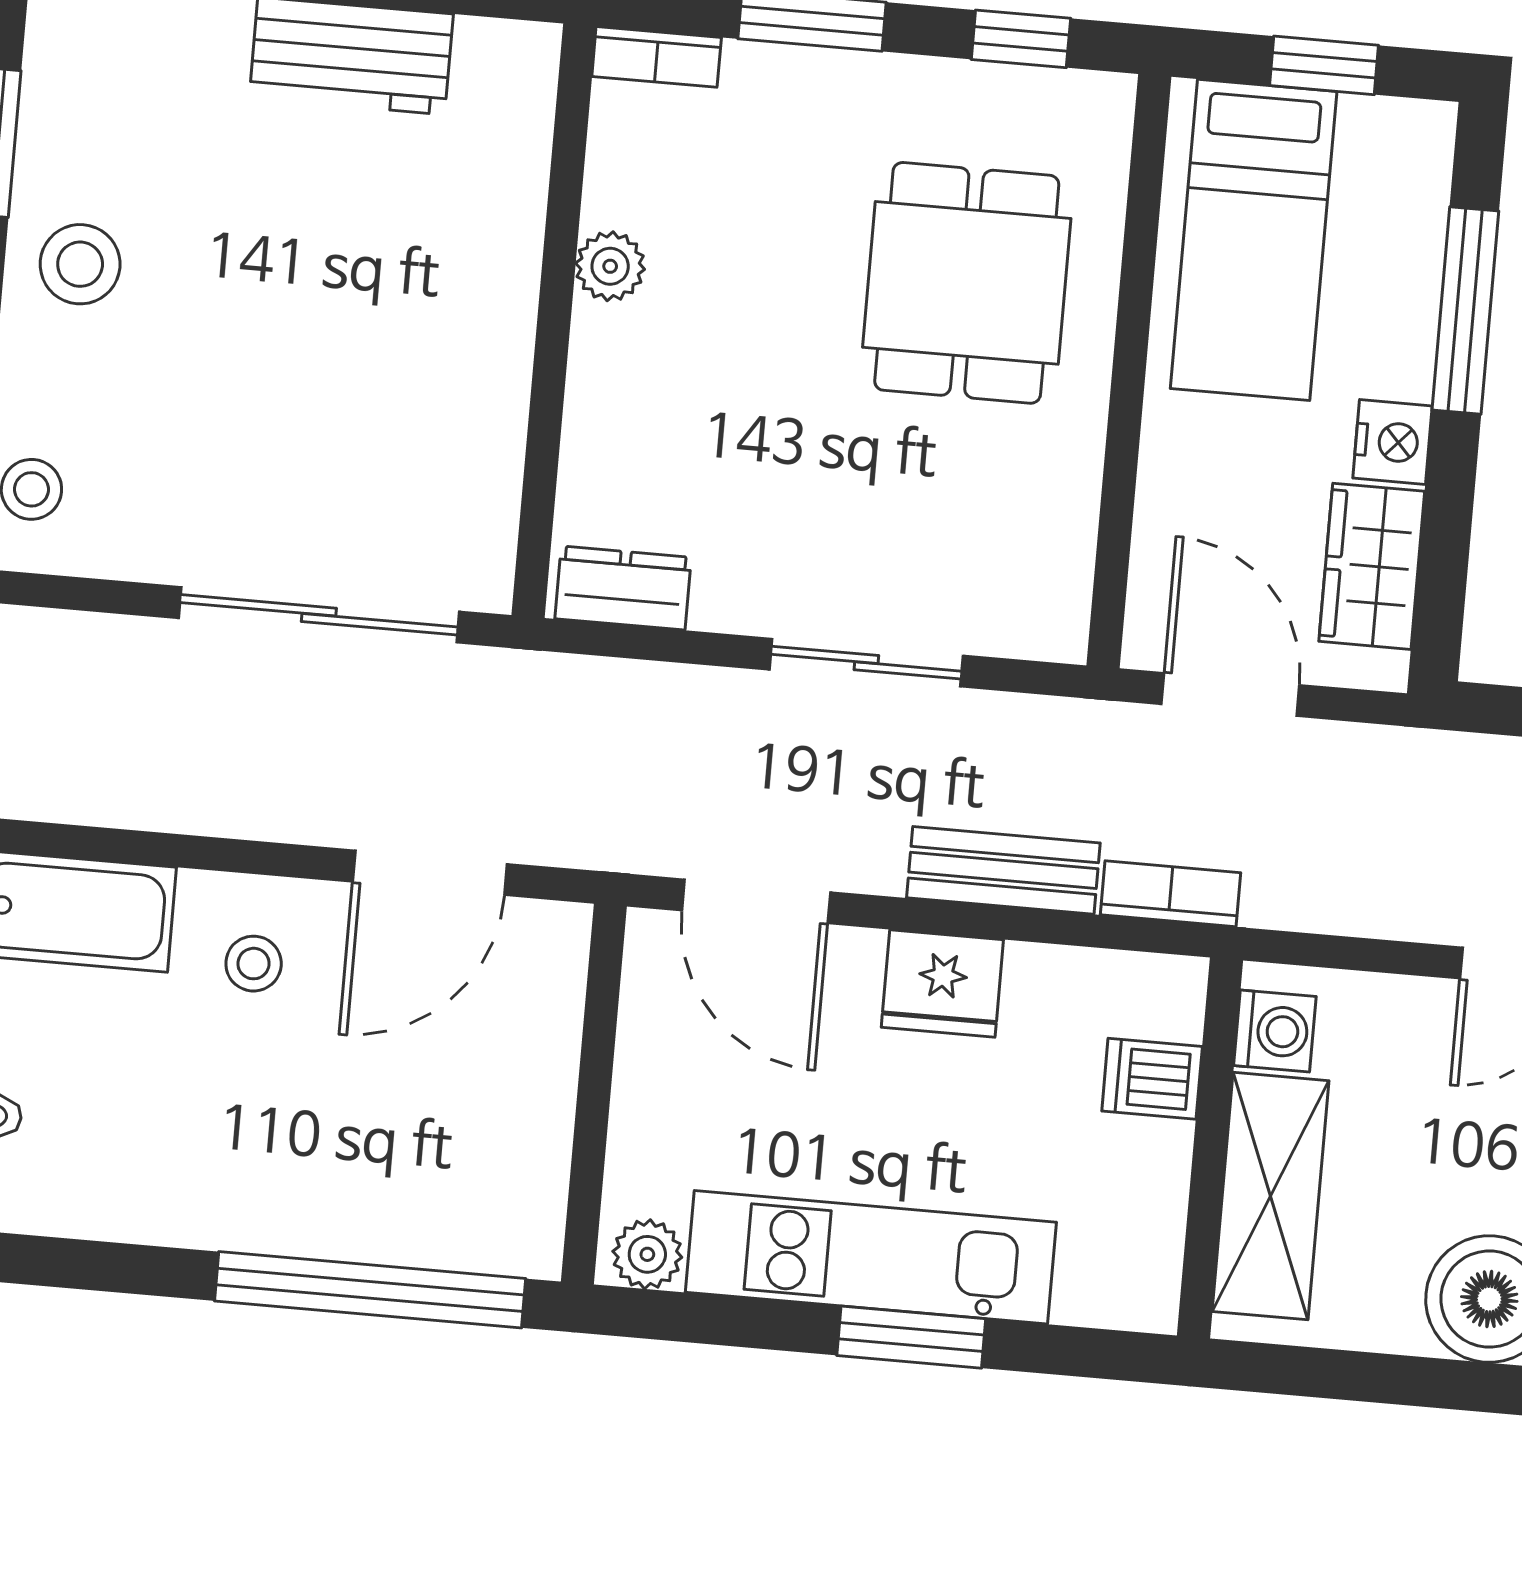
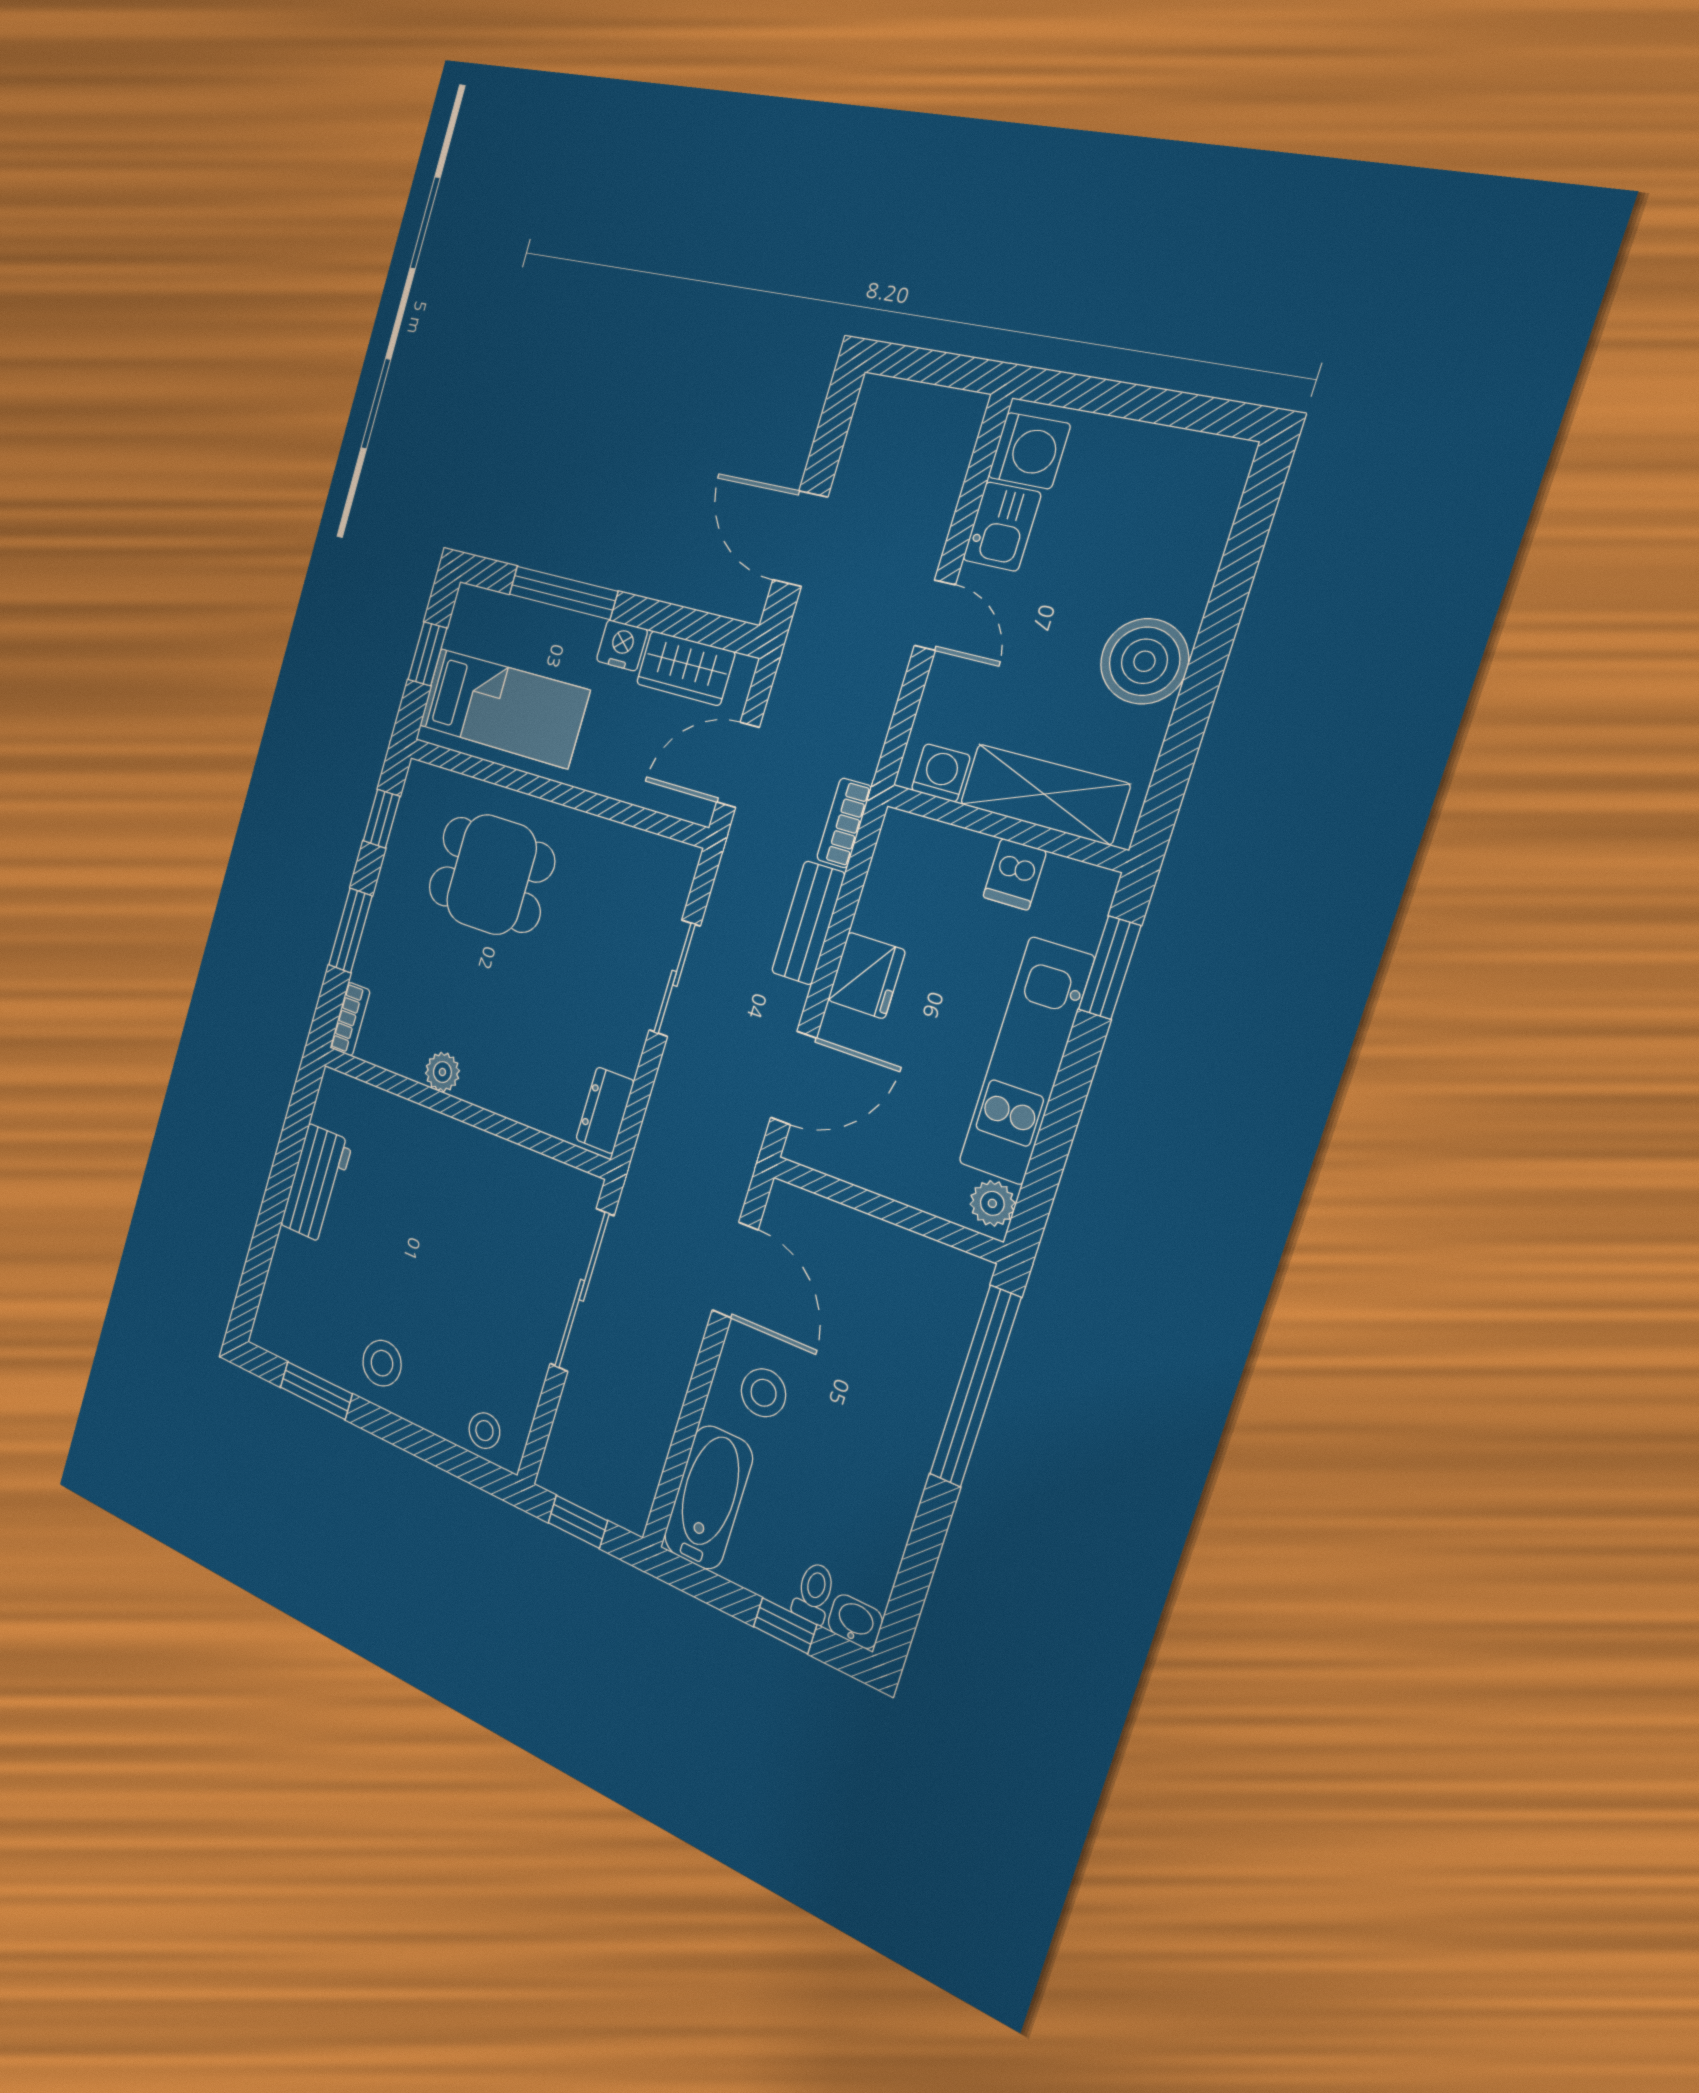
stool: (254, 964) -> (763, 1393), width x1.37, depth x1.37
dishwasher: (1152, 1079) -> (1015, 874), moved
window: (911, 1337) -> (1110, 968), moved

